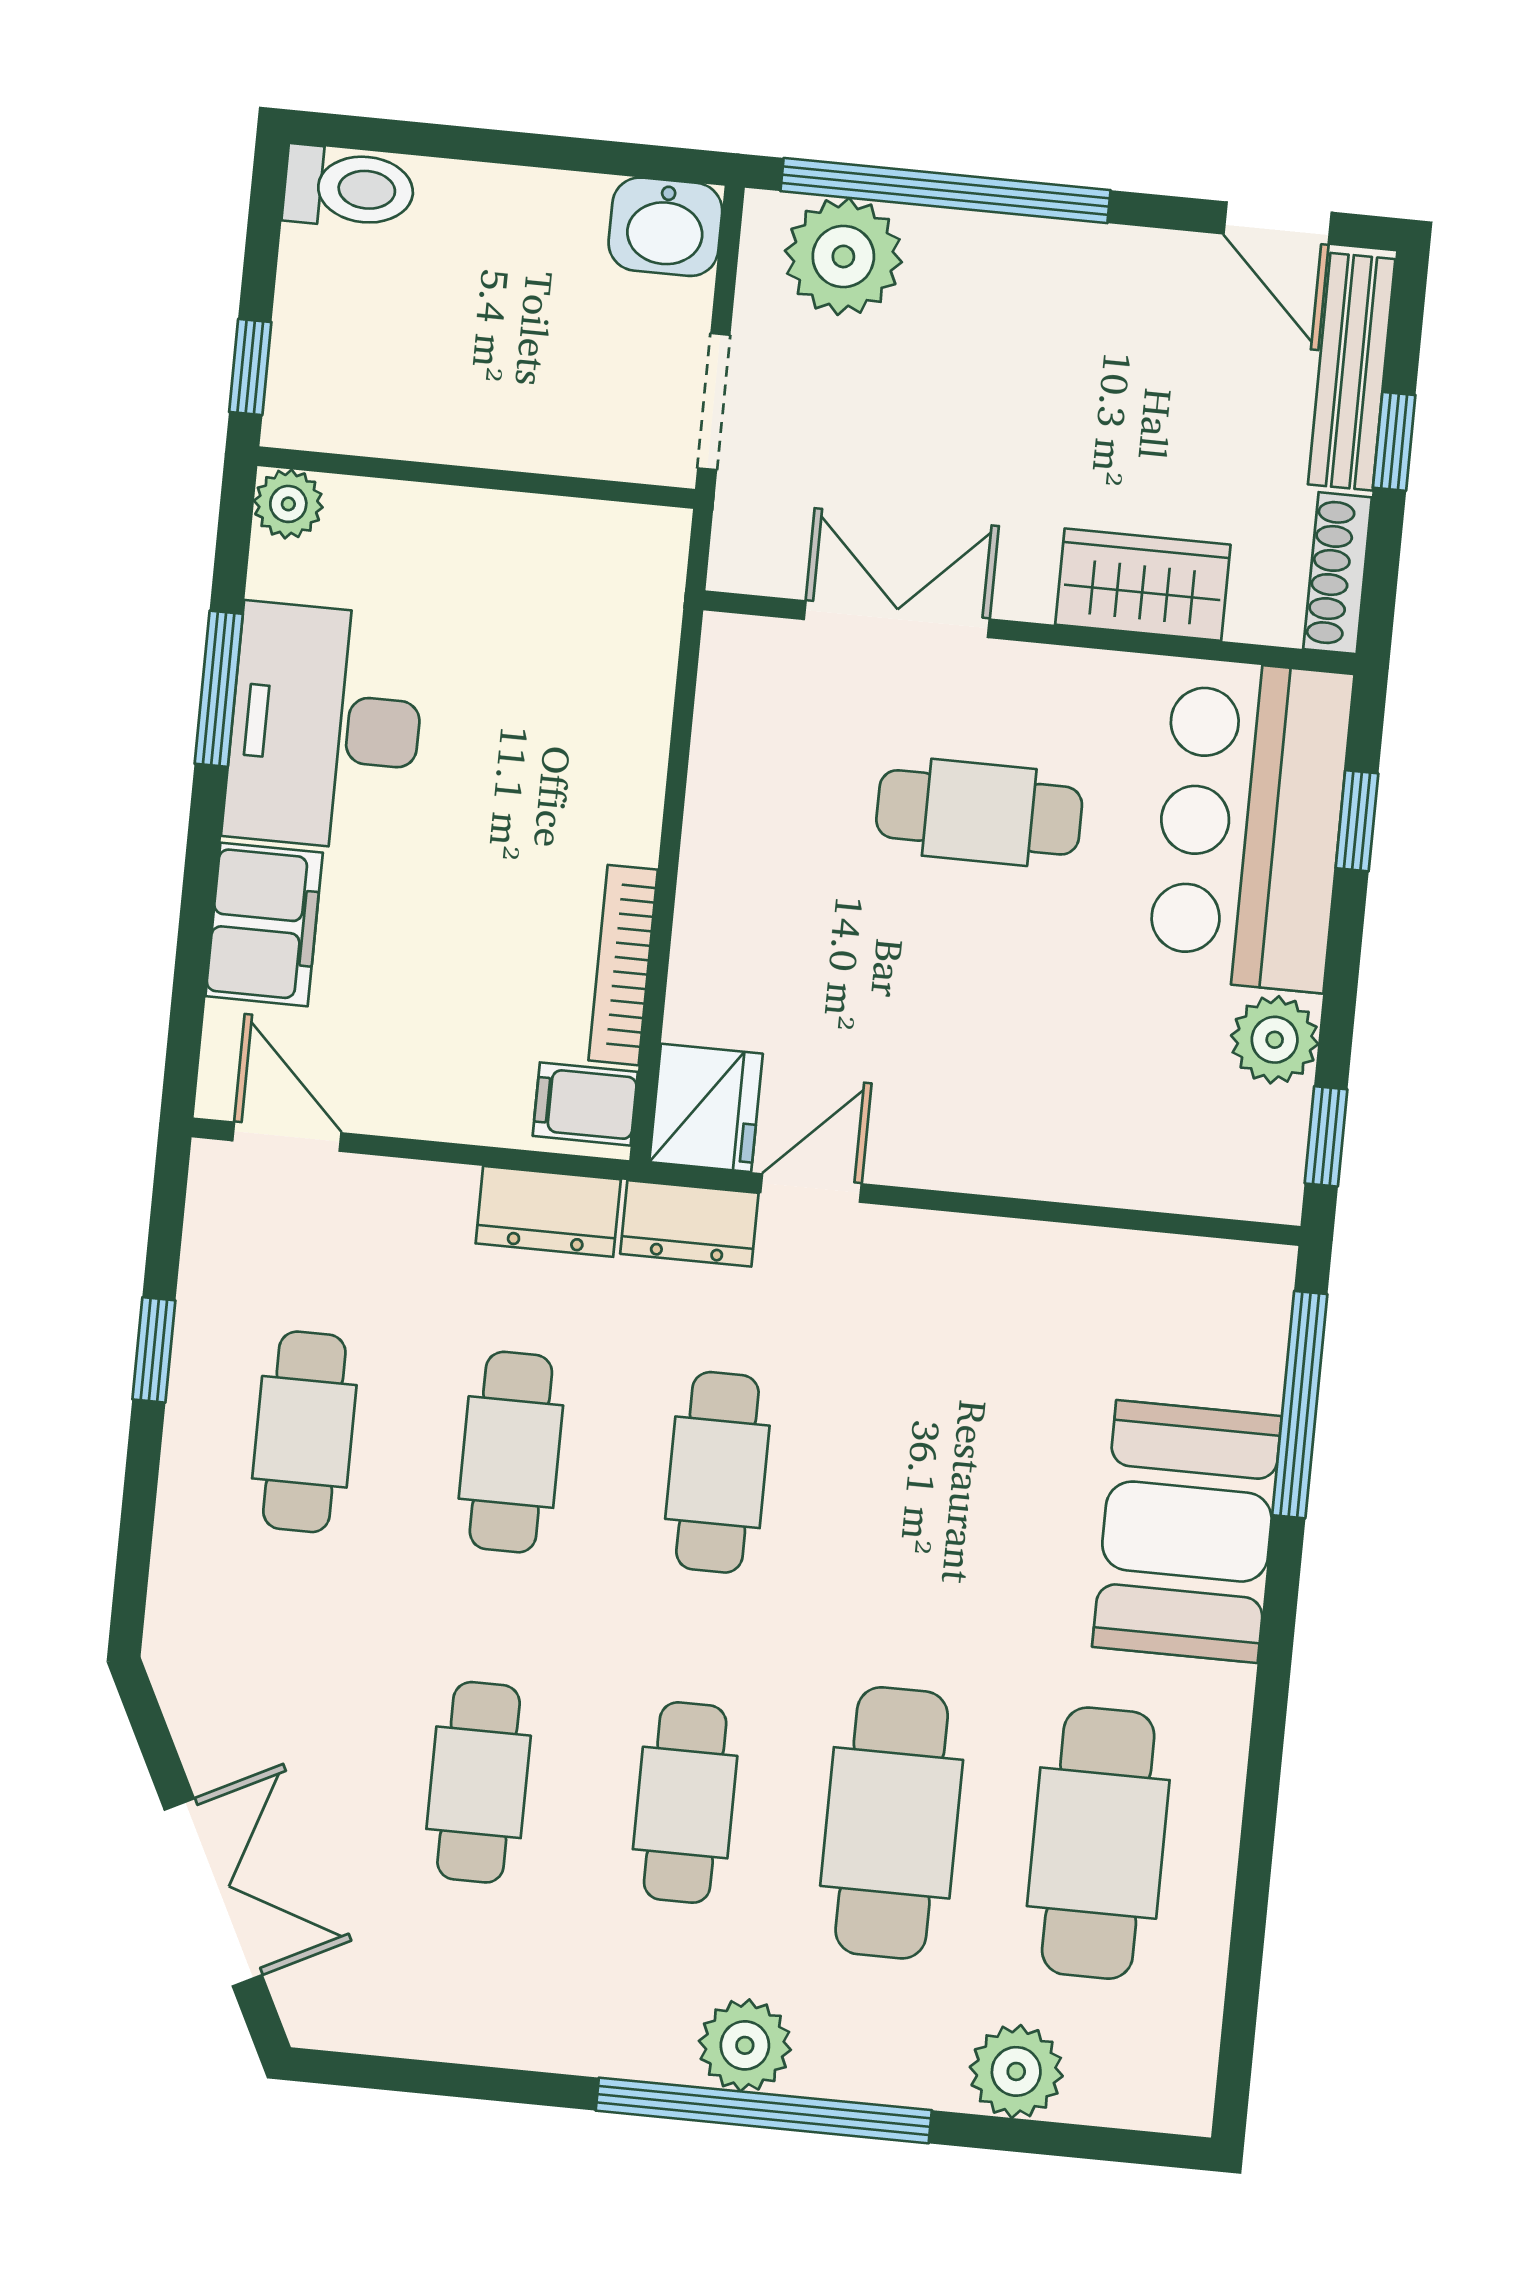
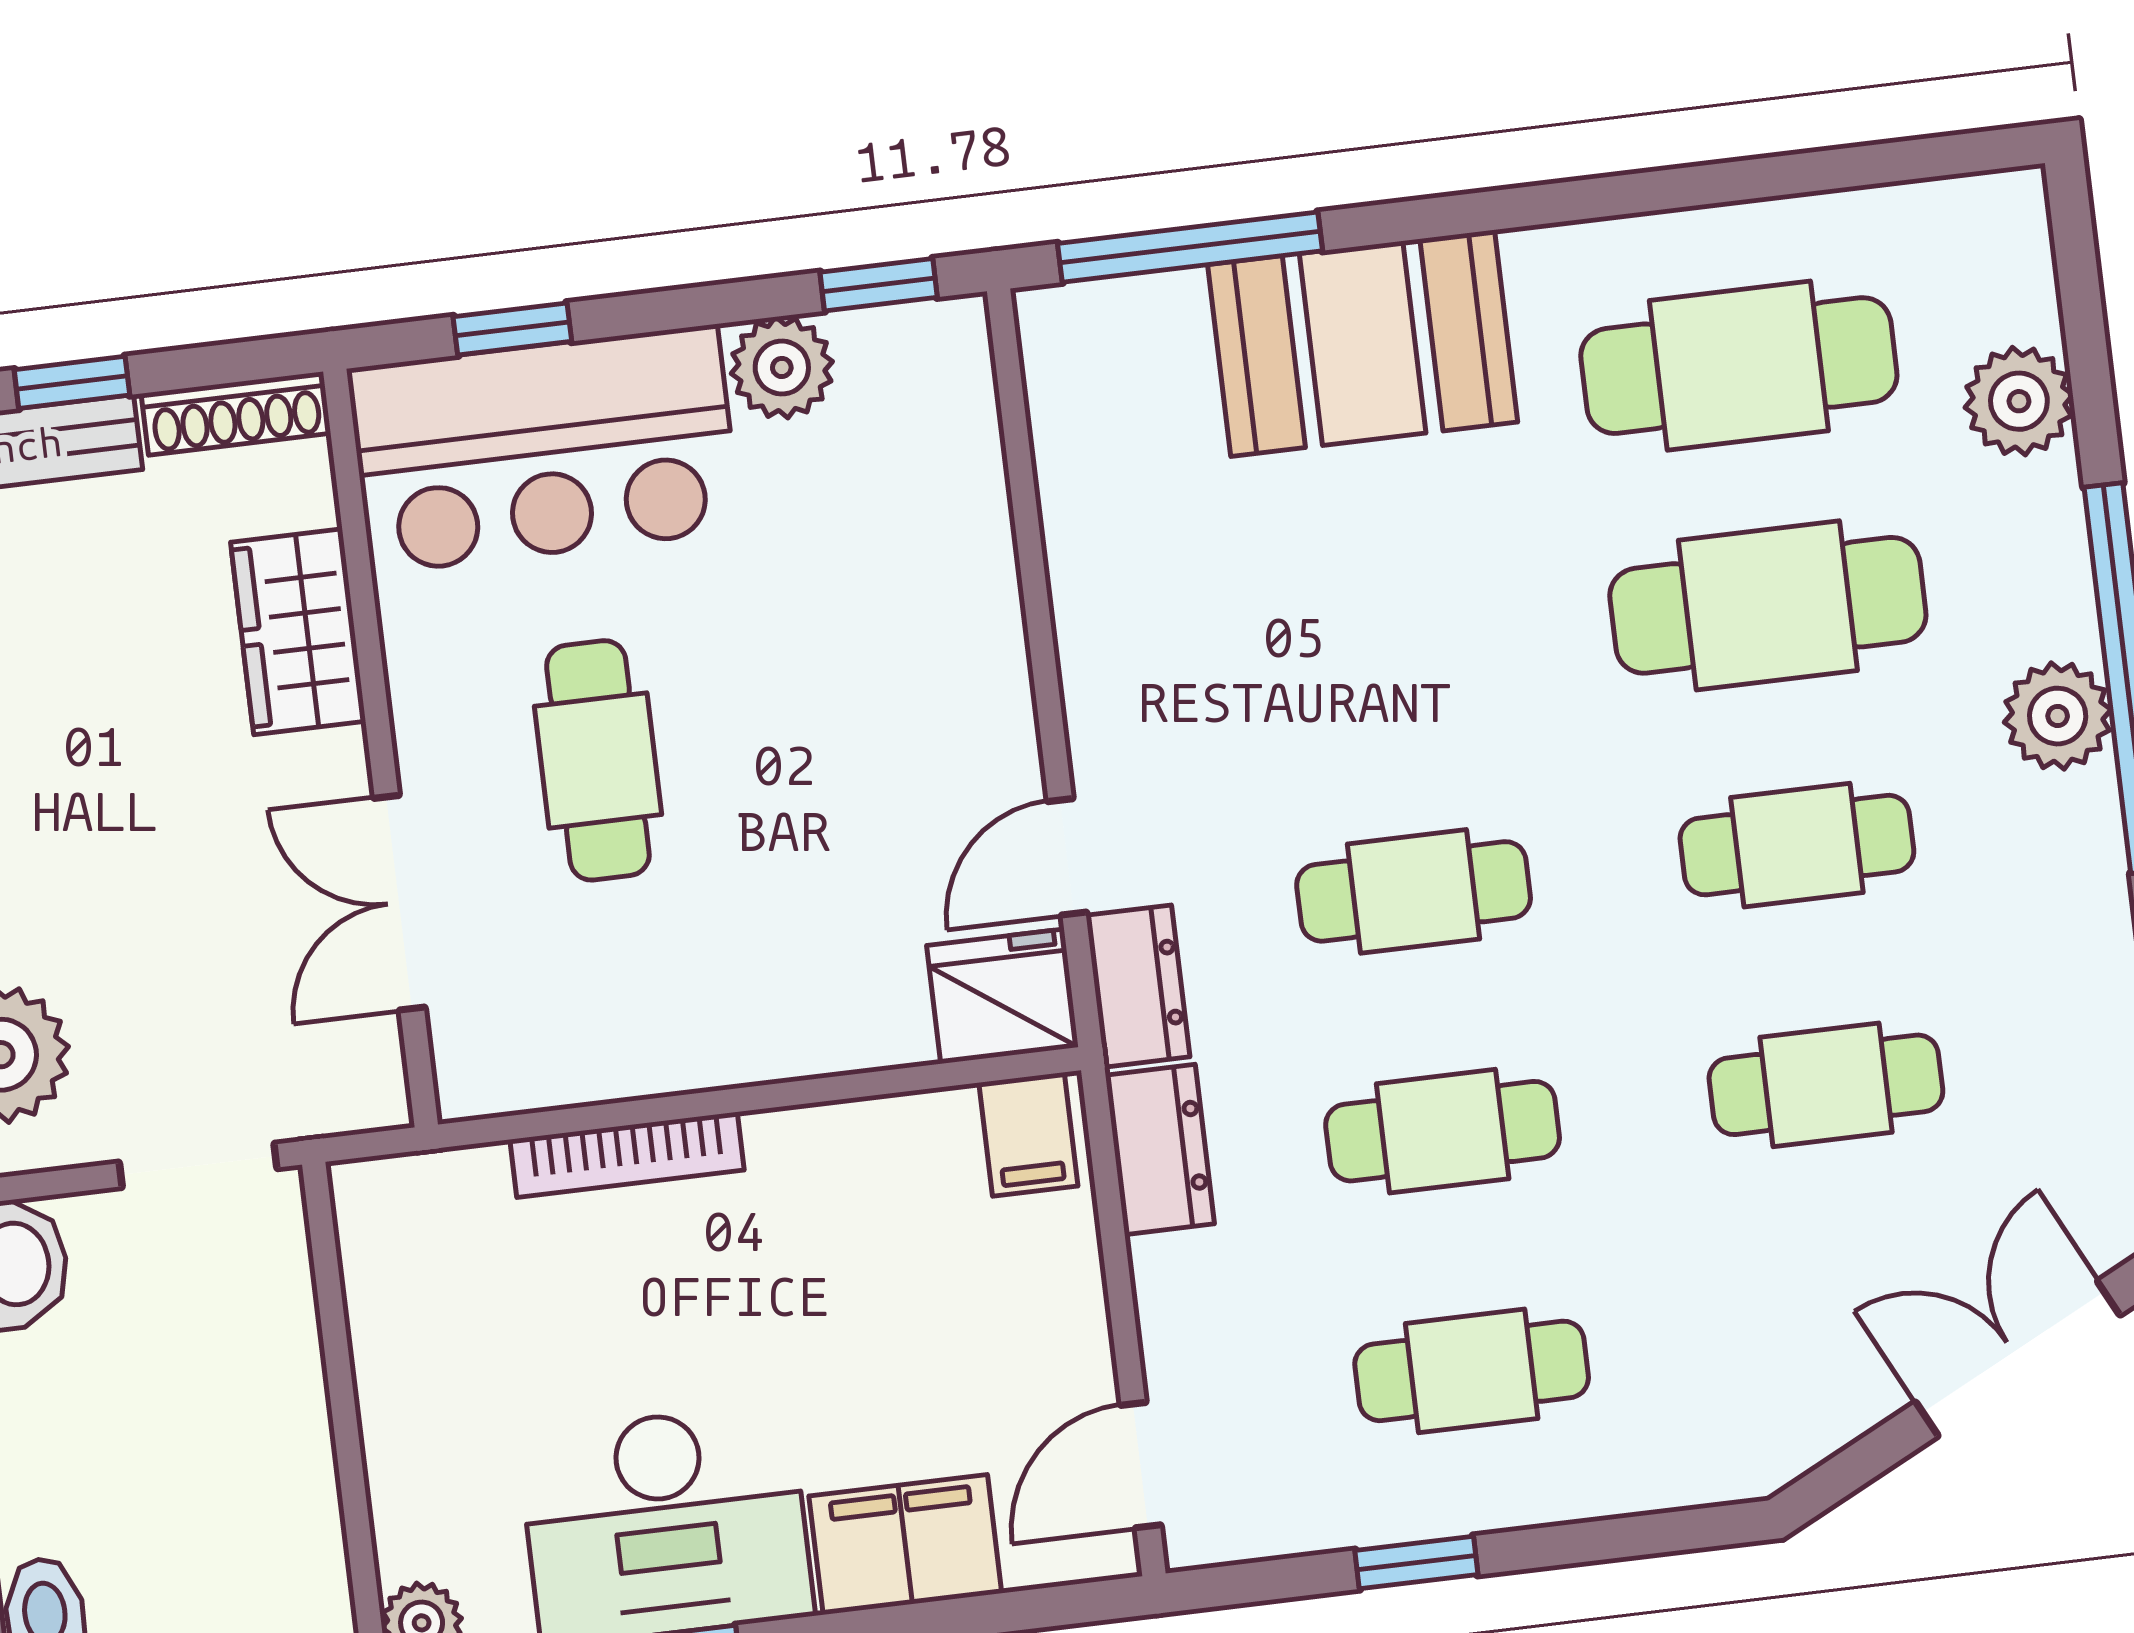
bookcase: (623, 965) -> (627, 1155), moved
door: (811, 1188) -> (1067, 857), hinge flipped

